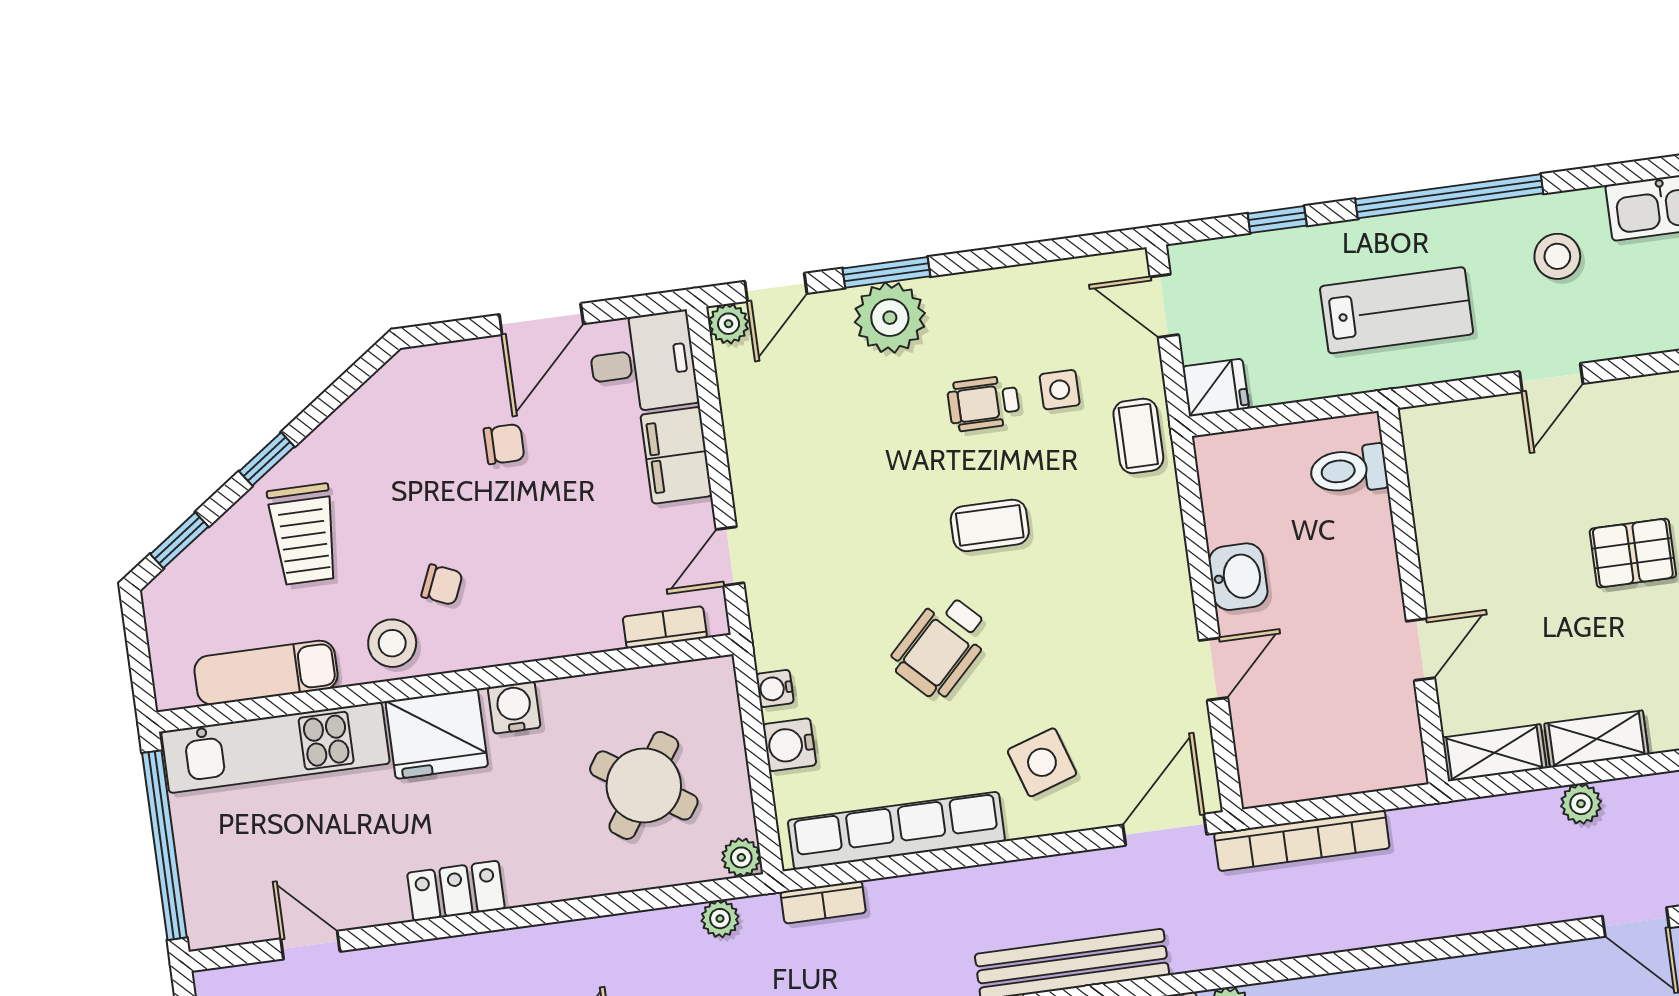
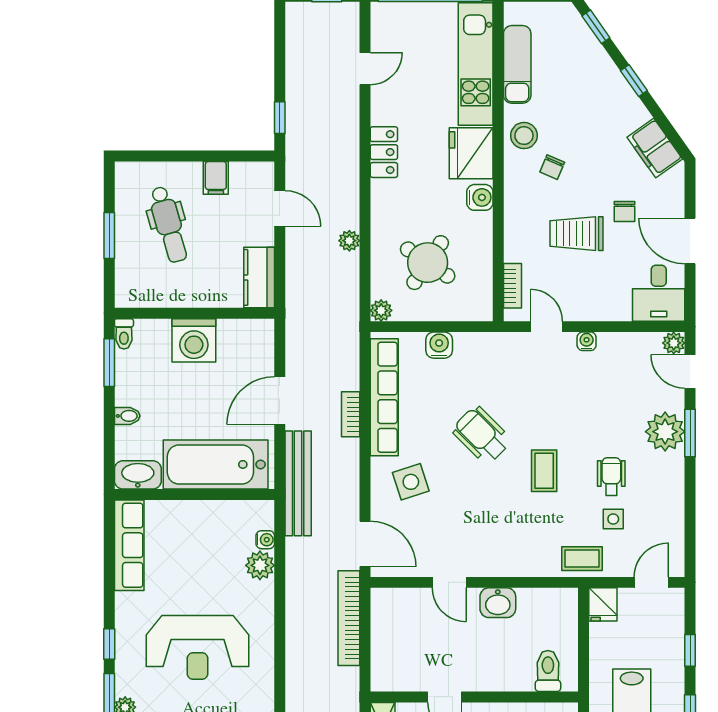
filing cabinet: (676, 455) -> (655, 148), moved, turned -125
trolley: (303, 534) -> (577, 234), moved
water cooler: (775, 688) -> (587, 341), moved
bookcase: (823, 902) -> (351, 414), moved
plant: (720, 919) -> (349, 241), moved

